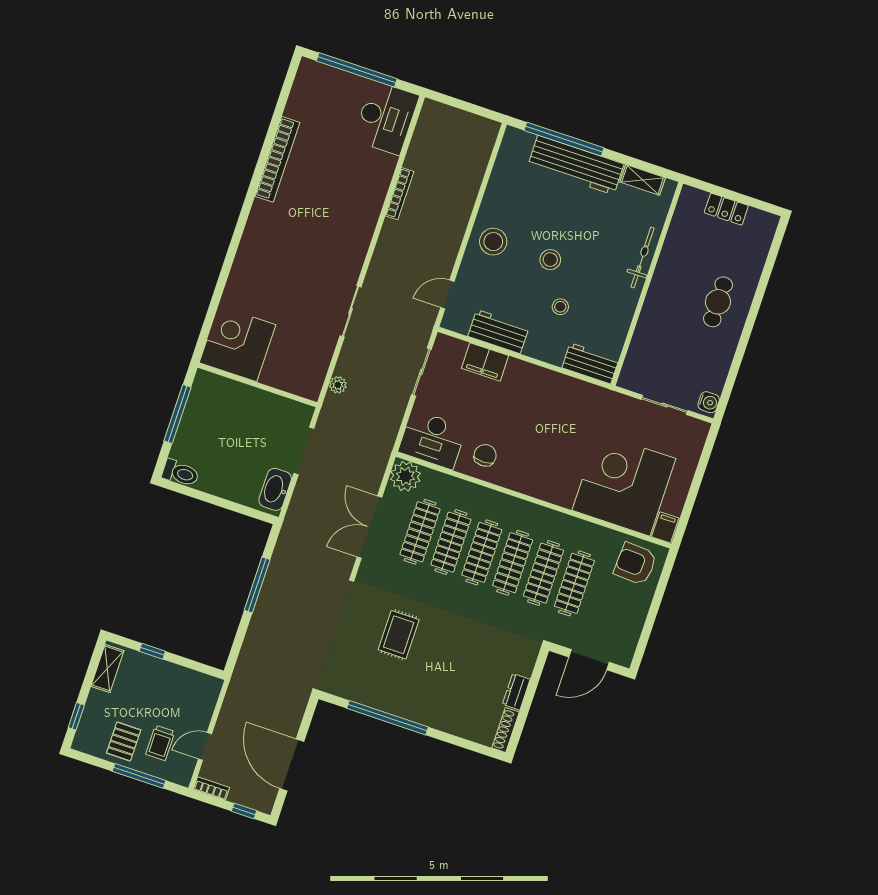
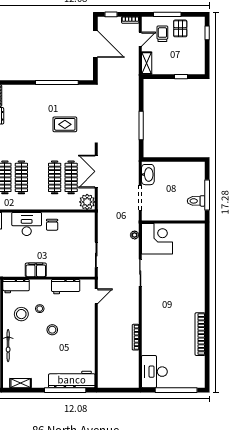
workbench: (576, 165) -> (72, 379), moved
stool: (493, 242) -> (21, 314), moved
corner desk: (237, 344) -> (157, 239), moved, turned -90
filing cabinet: (485, 362) -> (36, 270), moved
desk: (432, 439) -> (27, 224), moved
toilet: (181, 473) -> (196, 201), moved
double door: (369, 527) -> (96, 171), swing flipped
clothes rail: (482, 552) -> (38, 177), removed
rug: (399, 635) -> (65, 124), turned 90
shelving: (107, 668) -> (147, 63), moved

